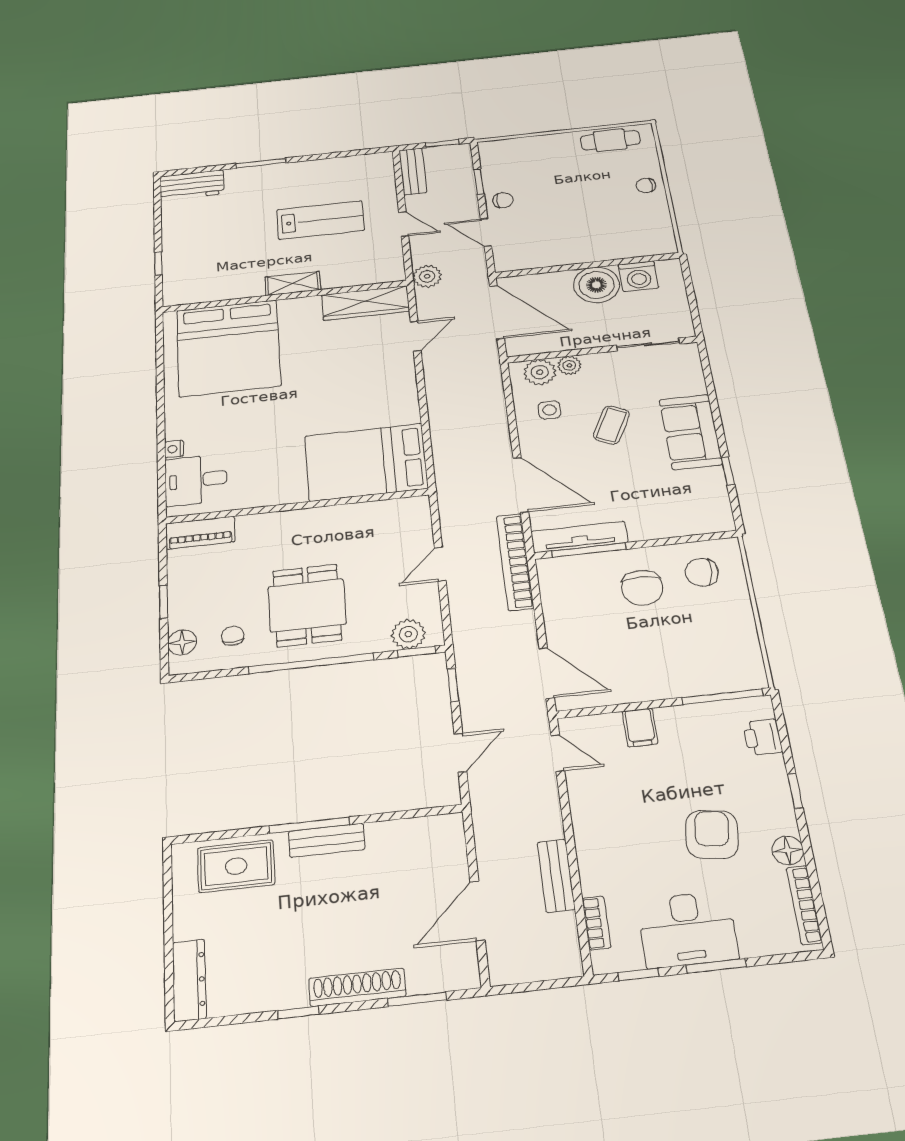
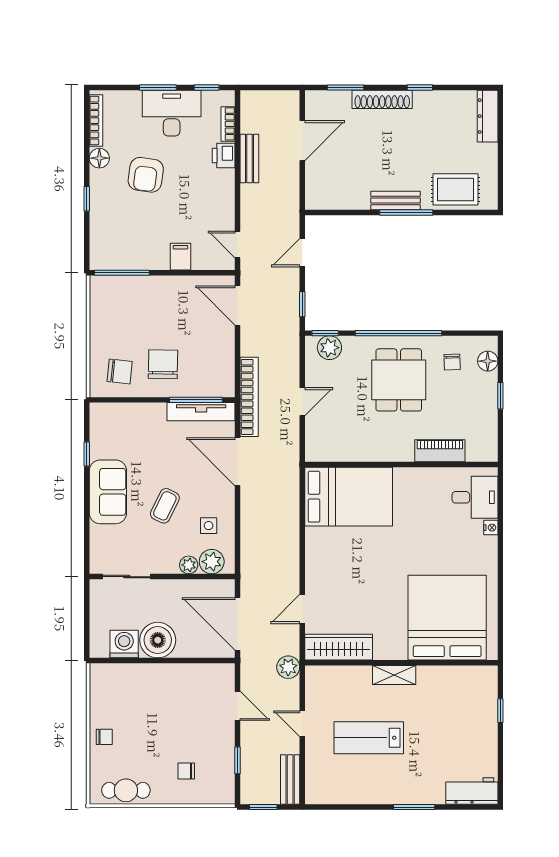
chair: (503, 200) -> (186, 771), moved
piano: (200, 533) -> (440, 451), moved
printer: (763, 737) -> (224, 155), moved, turned 180

